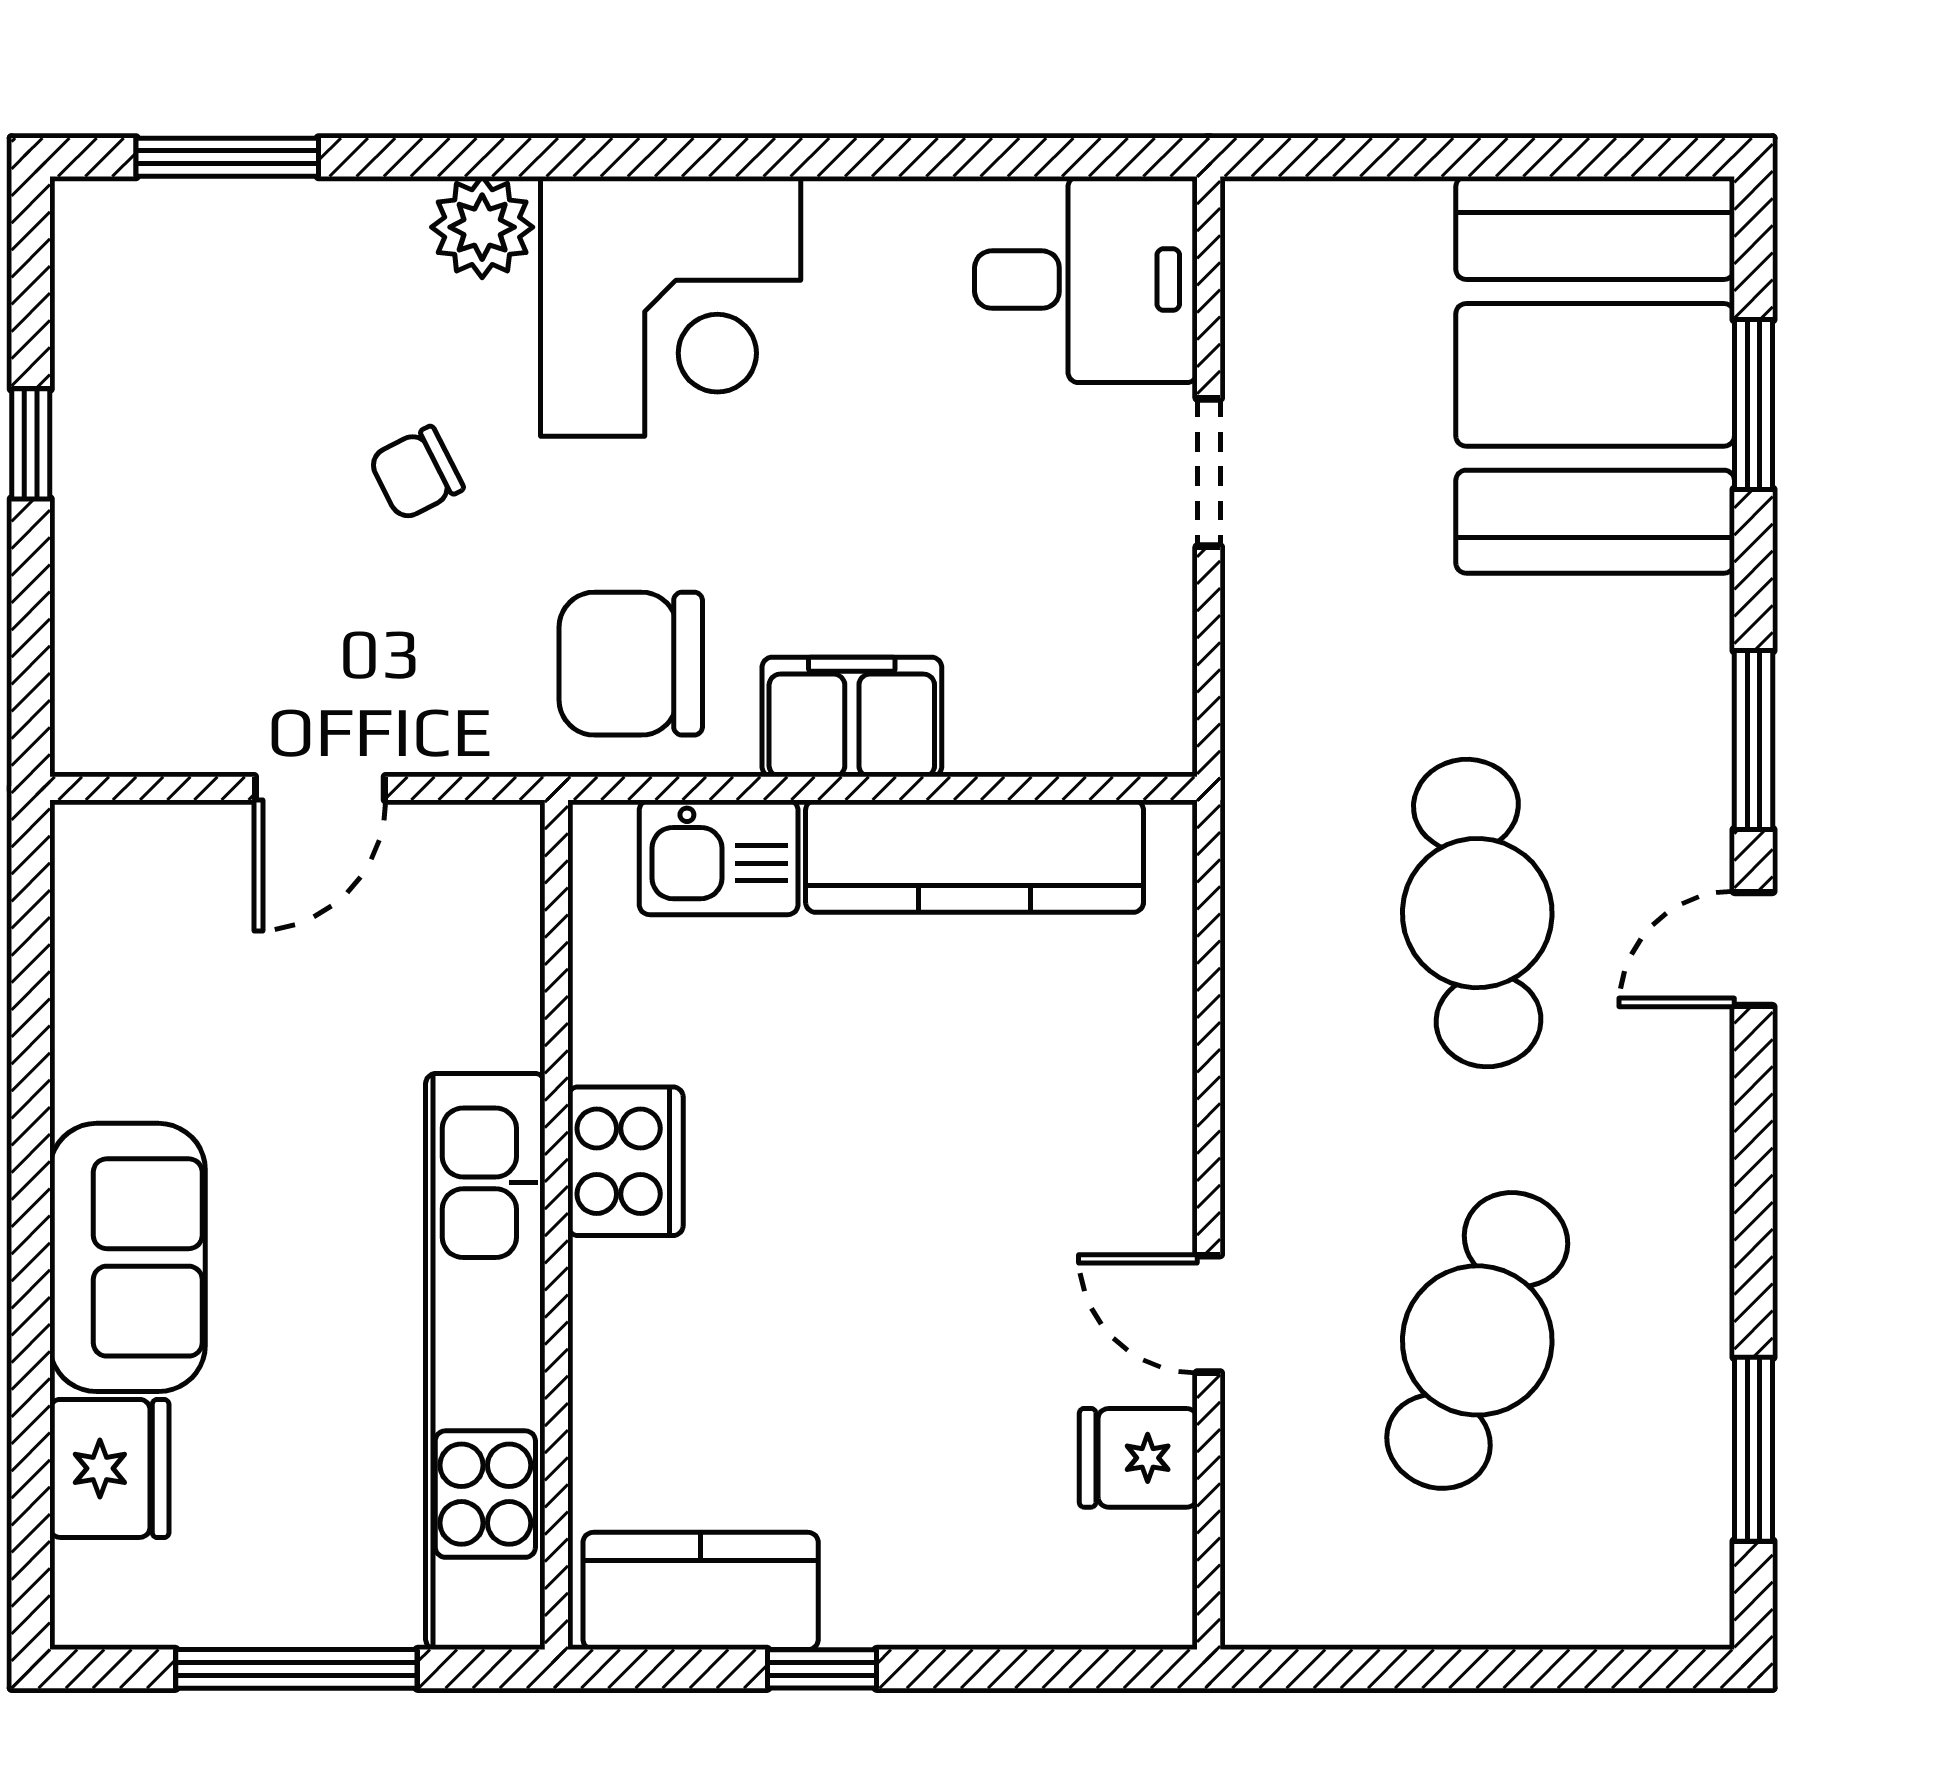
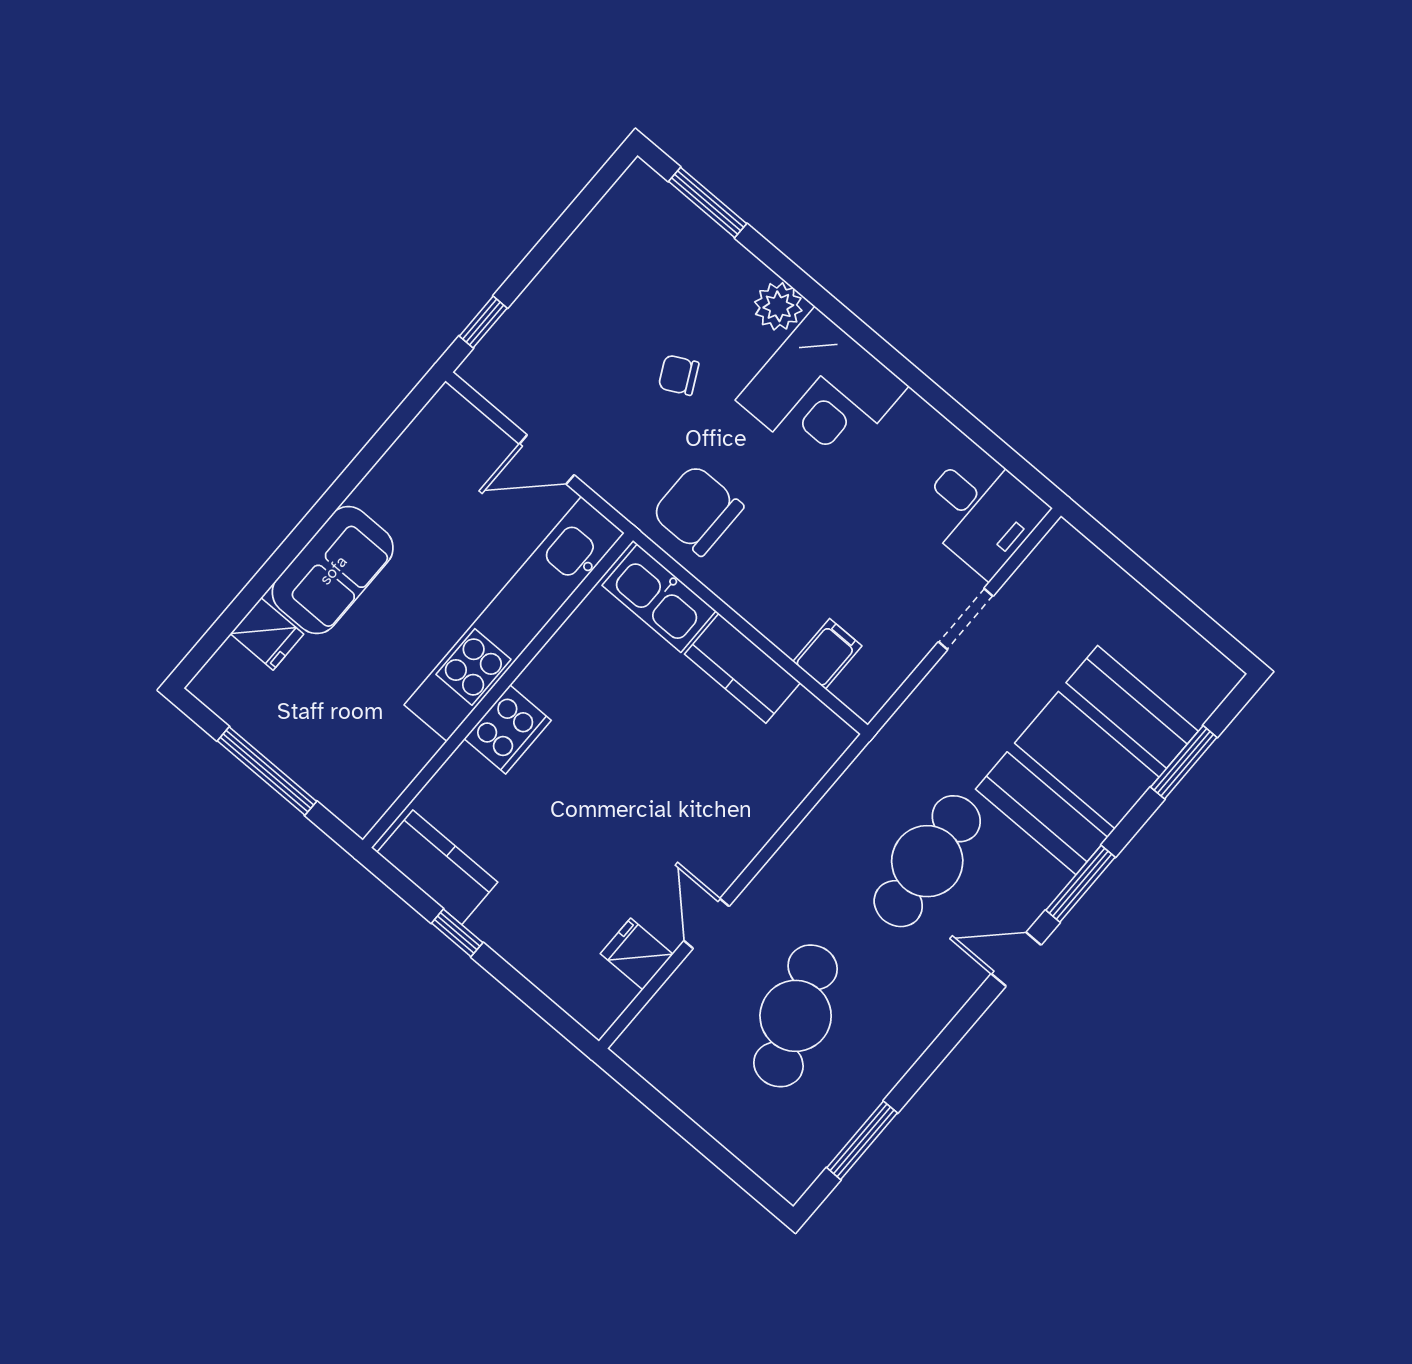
booth: (1595, 375) -> (1087, 760), moved
window: (31, 444) -> (483, 322), moved
filing cabinet: (852, 717) -> (827, 654), moved, width x0.50
kitchen counter: (975, 856) -> (742, 668), width x0.67
kitchen sink: (719, 857) -> (659, 598), width x1.38
cooker: (625, 1161) -> (508, 730), moved
cafe table: (1477, 1340) -> (796, 1016), turned -42
kitchen unit: (485, 1361) -> (514, 619), moved
fridge: (109, 1468) -> (267, 634), width x0.72

